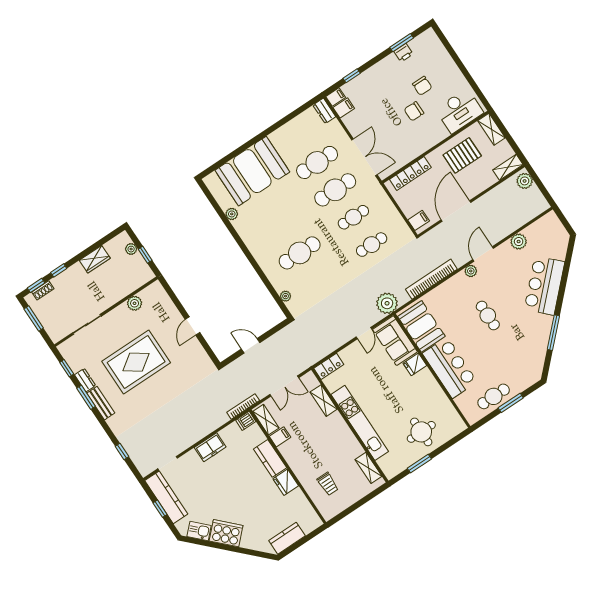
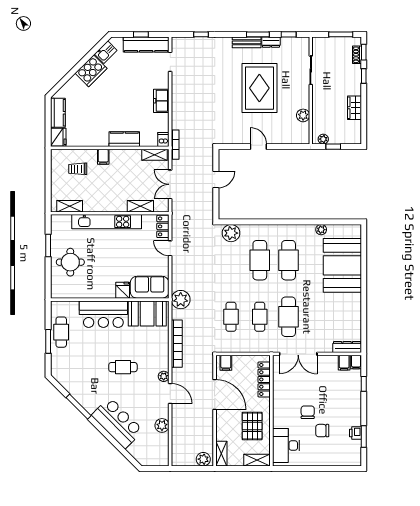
dresser: (324, 111) -> (347, 347), width x1.44
cafe table: (317, 162) -> (289, 260), moved
plant: (131, 249) -> (323, 139), moved
plant: (286, 296) -> (231, 233), width x1.88, depth x1.88
door: (364, 333) -> (170, 248), moved
filing cabinet: (280, 437) -> (103, 157), moved
fridge: (286, 482) -> (58, 137), moved, turned 90

